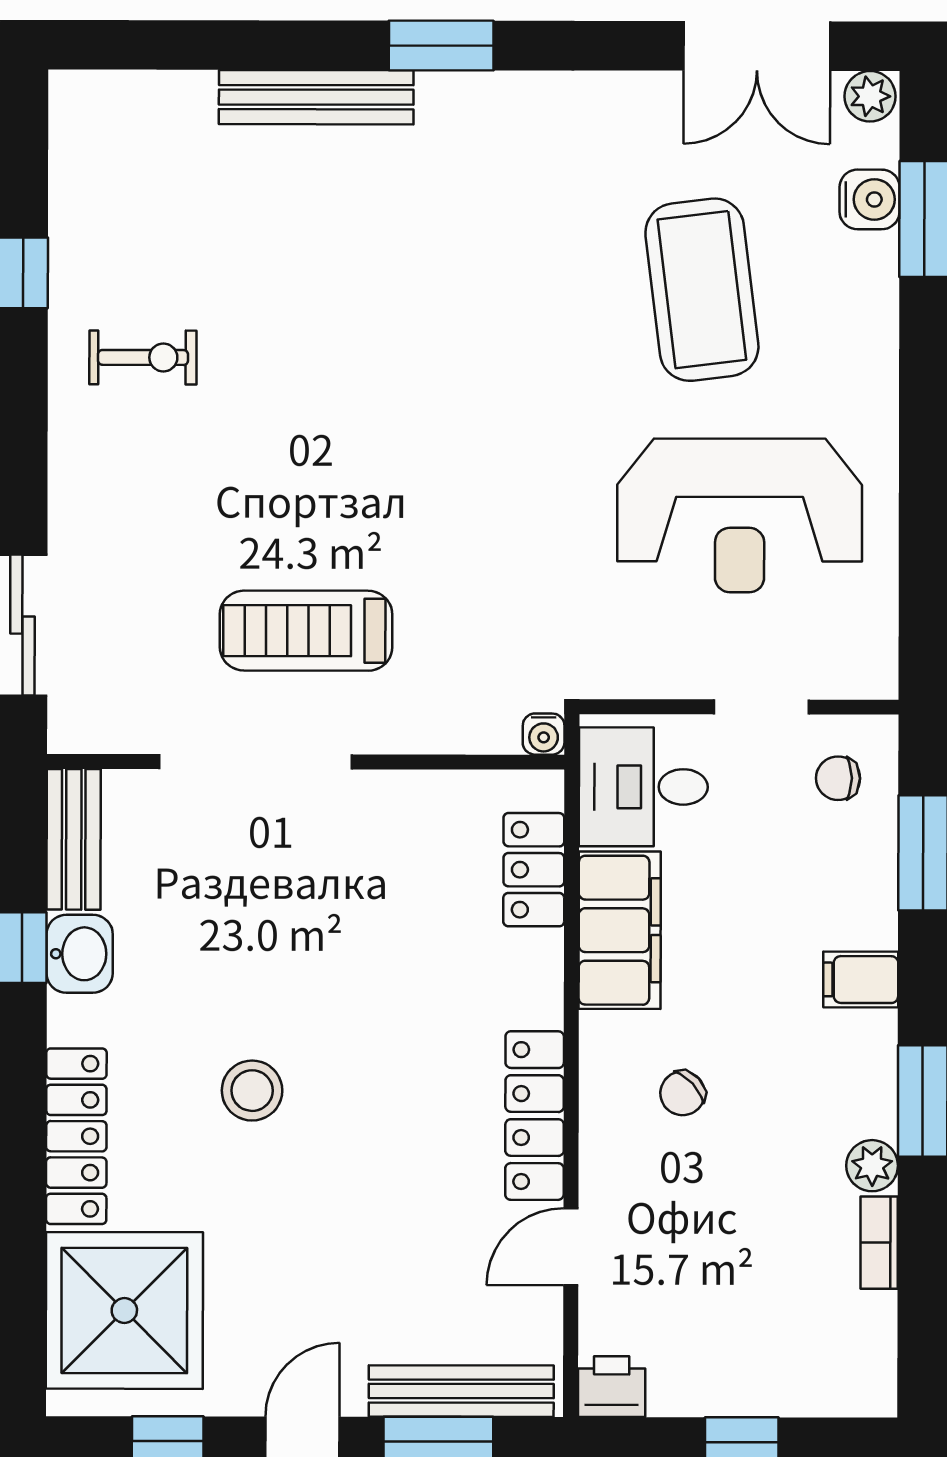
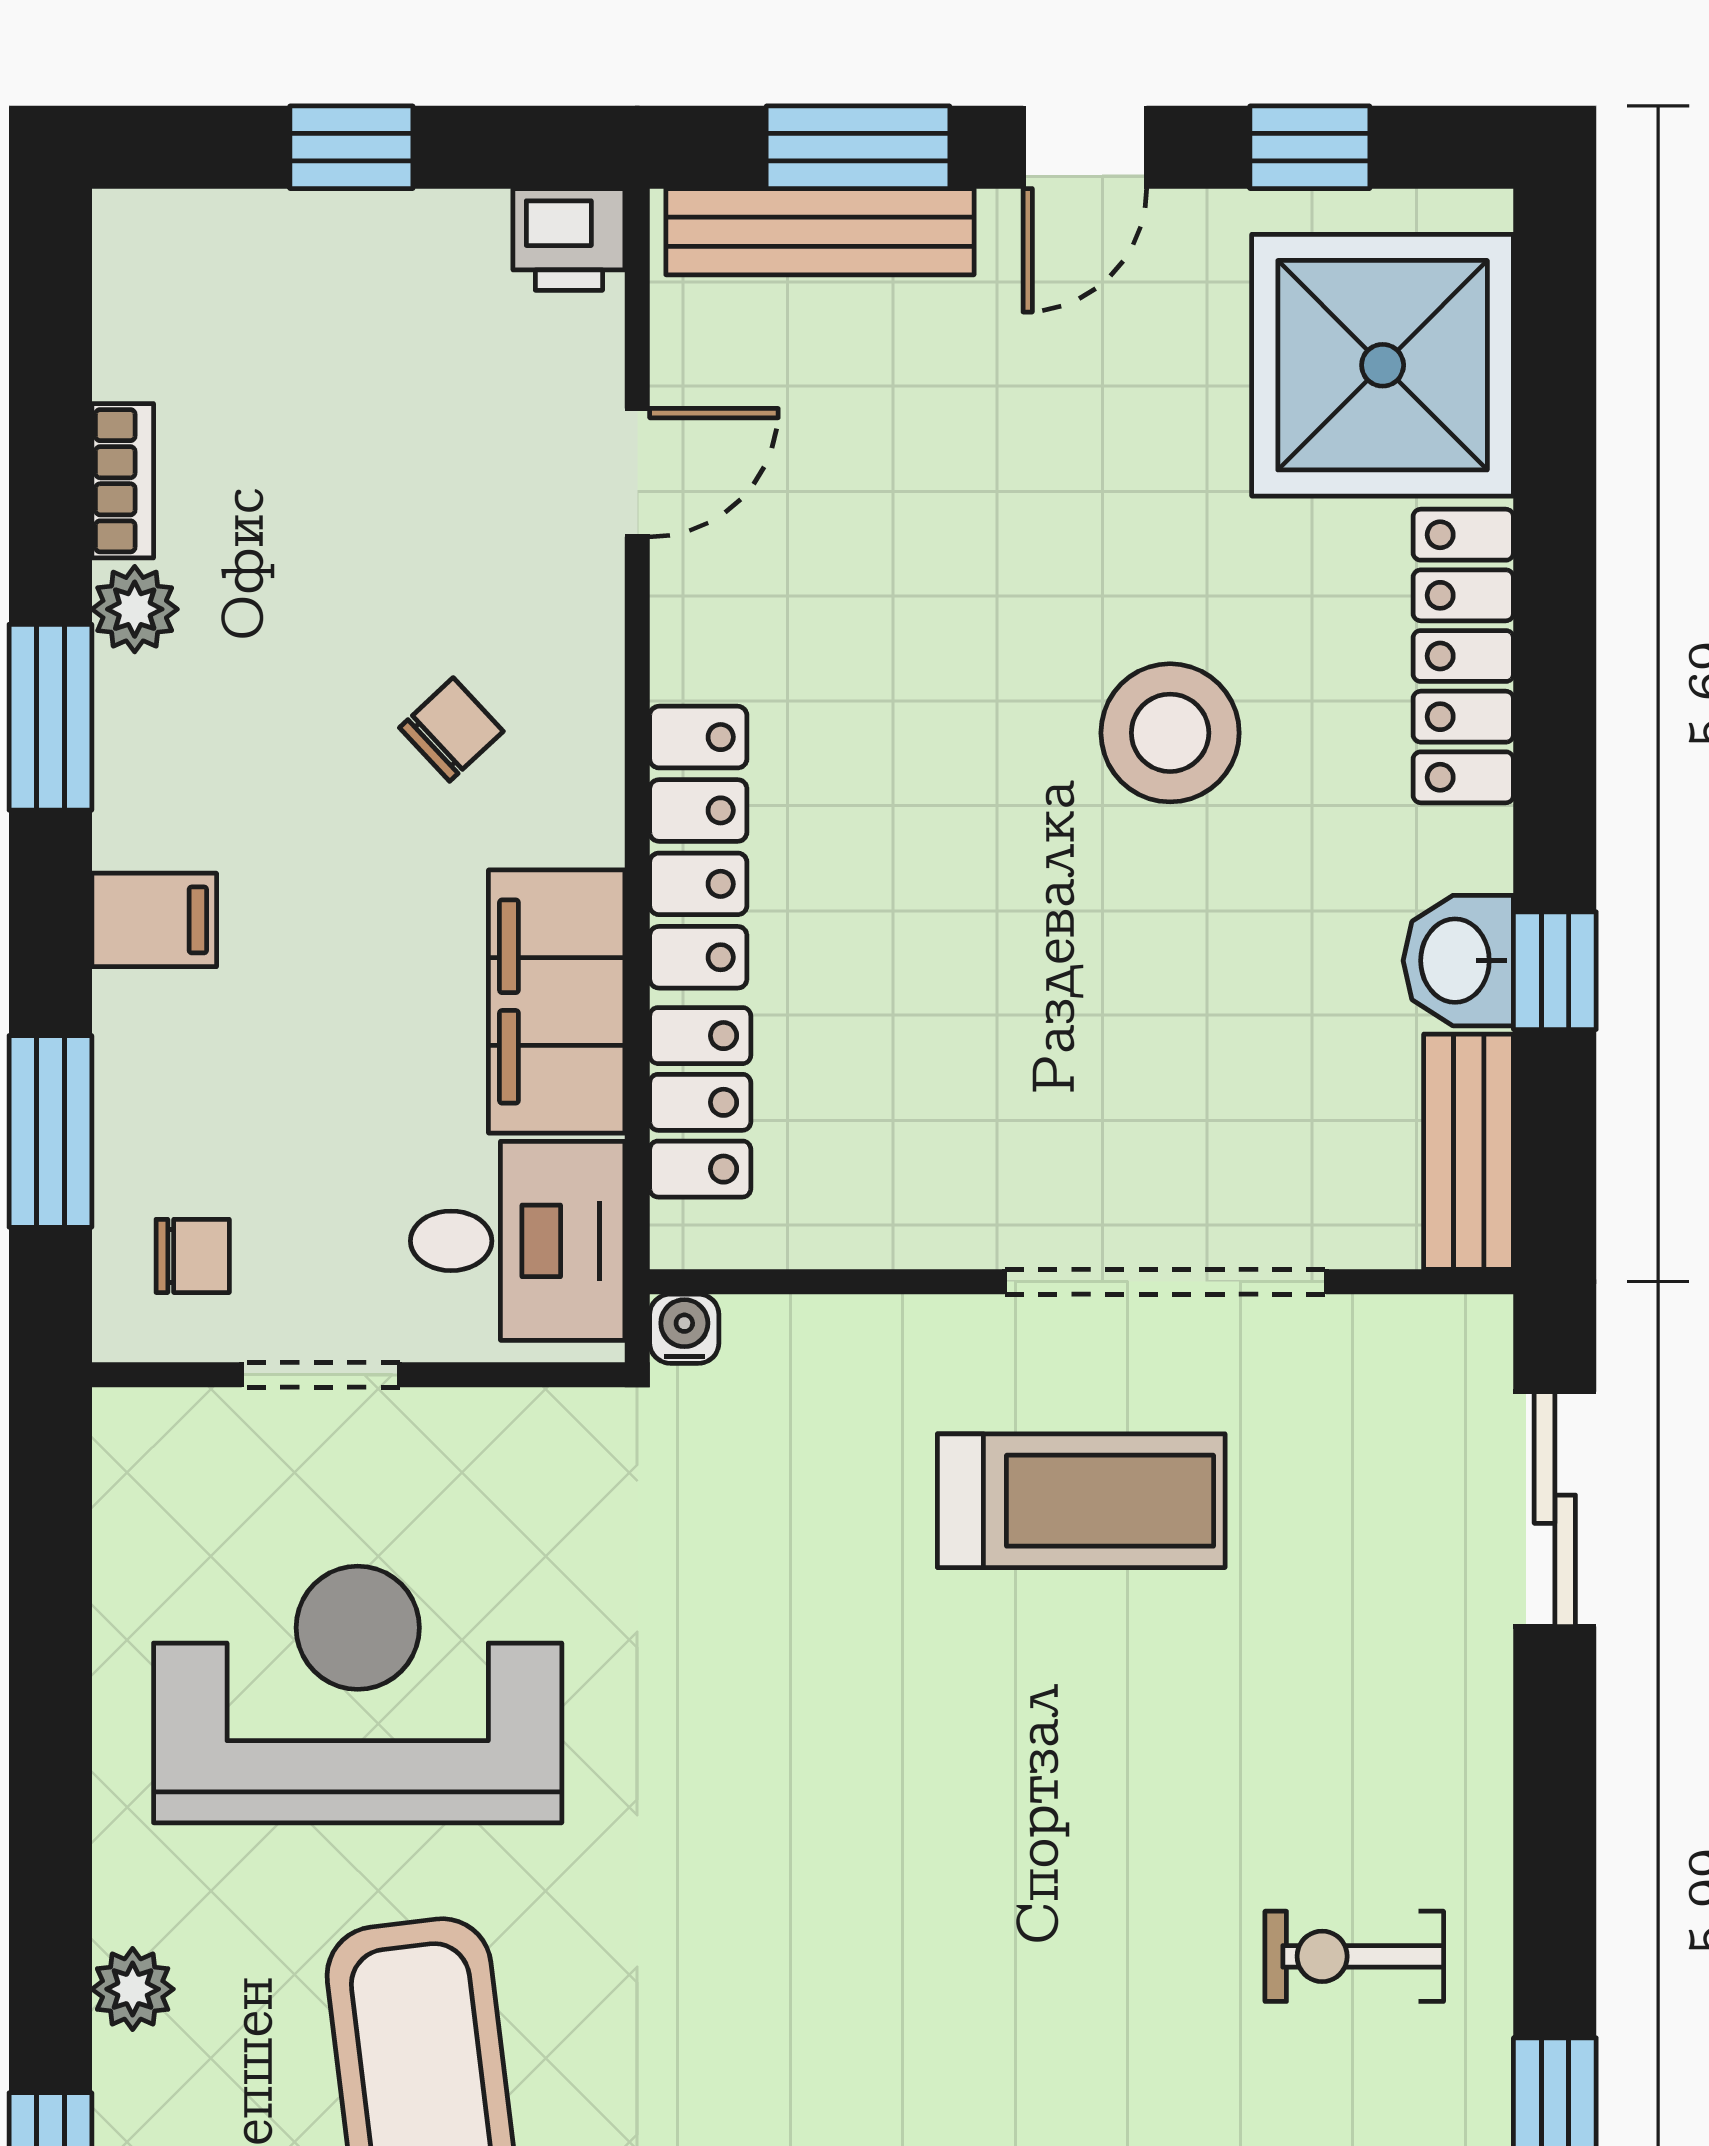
plant: (875, 339) -> (133, 1989), added
stool: (252, 1091) -> (1170, 733), width x1.38, depth x1.38
locker: (535, 1116) -> (698, 847), moved

